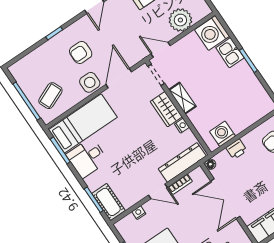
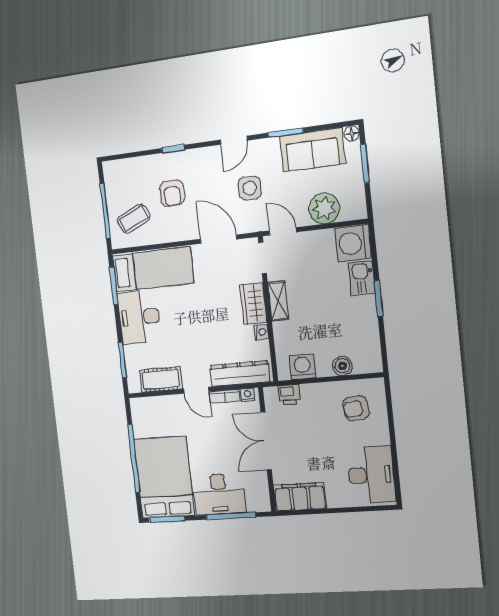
armchair: (81, 52) -> (172, 193), moved, turned -90
door: (119, 78) -> (218, 239), hinge flipped
side table: (90, 82) -> (250, 188), moved
boiler: (249, 118) -> (342, 366), added
printer: (236, 149) -> (289, 395), moved
desk: (87, 158) -> (139, 317), width x1.37
floor lamp: (210, 164) -> (270, 393), removed
cot: (108, 202) -> (161, 379), moved, turned 90
nightstand: (139, 213) -> (247, 395), moved

